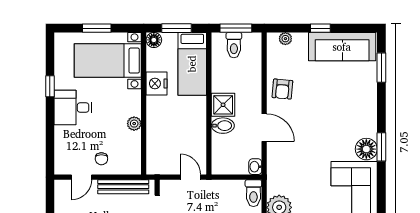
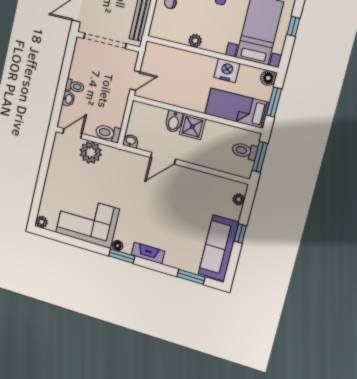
window: (97, 28) -> (293, 26), width x0.67
armchair: (282, 89) -> (194, 184), removed
fireplace: (370, 119) -> (148, 253), added
floor lamp: (366, 149) -> (118, 246), width x0.53, depth x0.53

